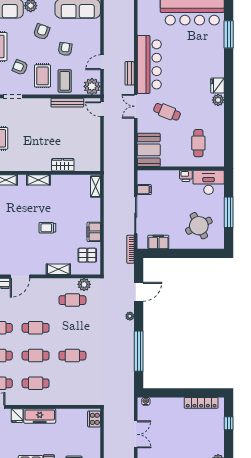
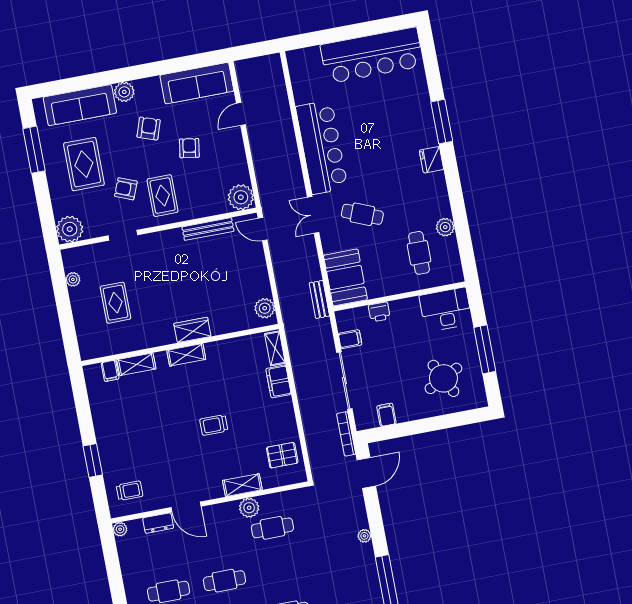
window: (229, 34) -> (442, 122), moved
door: (102, 62) -> (241, 114), moved
bench: (130, 73) -> (319, 299), moved
coffee table: (65, 81) -> (198, 197), removed
plant: (218, 100) -> (445, 227), moved
plant: (94, 160) -> (265, 308), added
wardrobe: (63, 165) -> (192, 330), moved
printer: (186, 176) -> (379, 312), moved
filing cabinet: (94, 232) -> (278, 381), moved
filing cabinet: (158, 242) -> (386, 415), width x0.50
door: (20, 276) -> (186, 507), hinge flipped
plant: (84, 284) -> (249, 508), moved
door: (139, 292) -> (366, 473), moved

